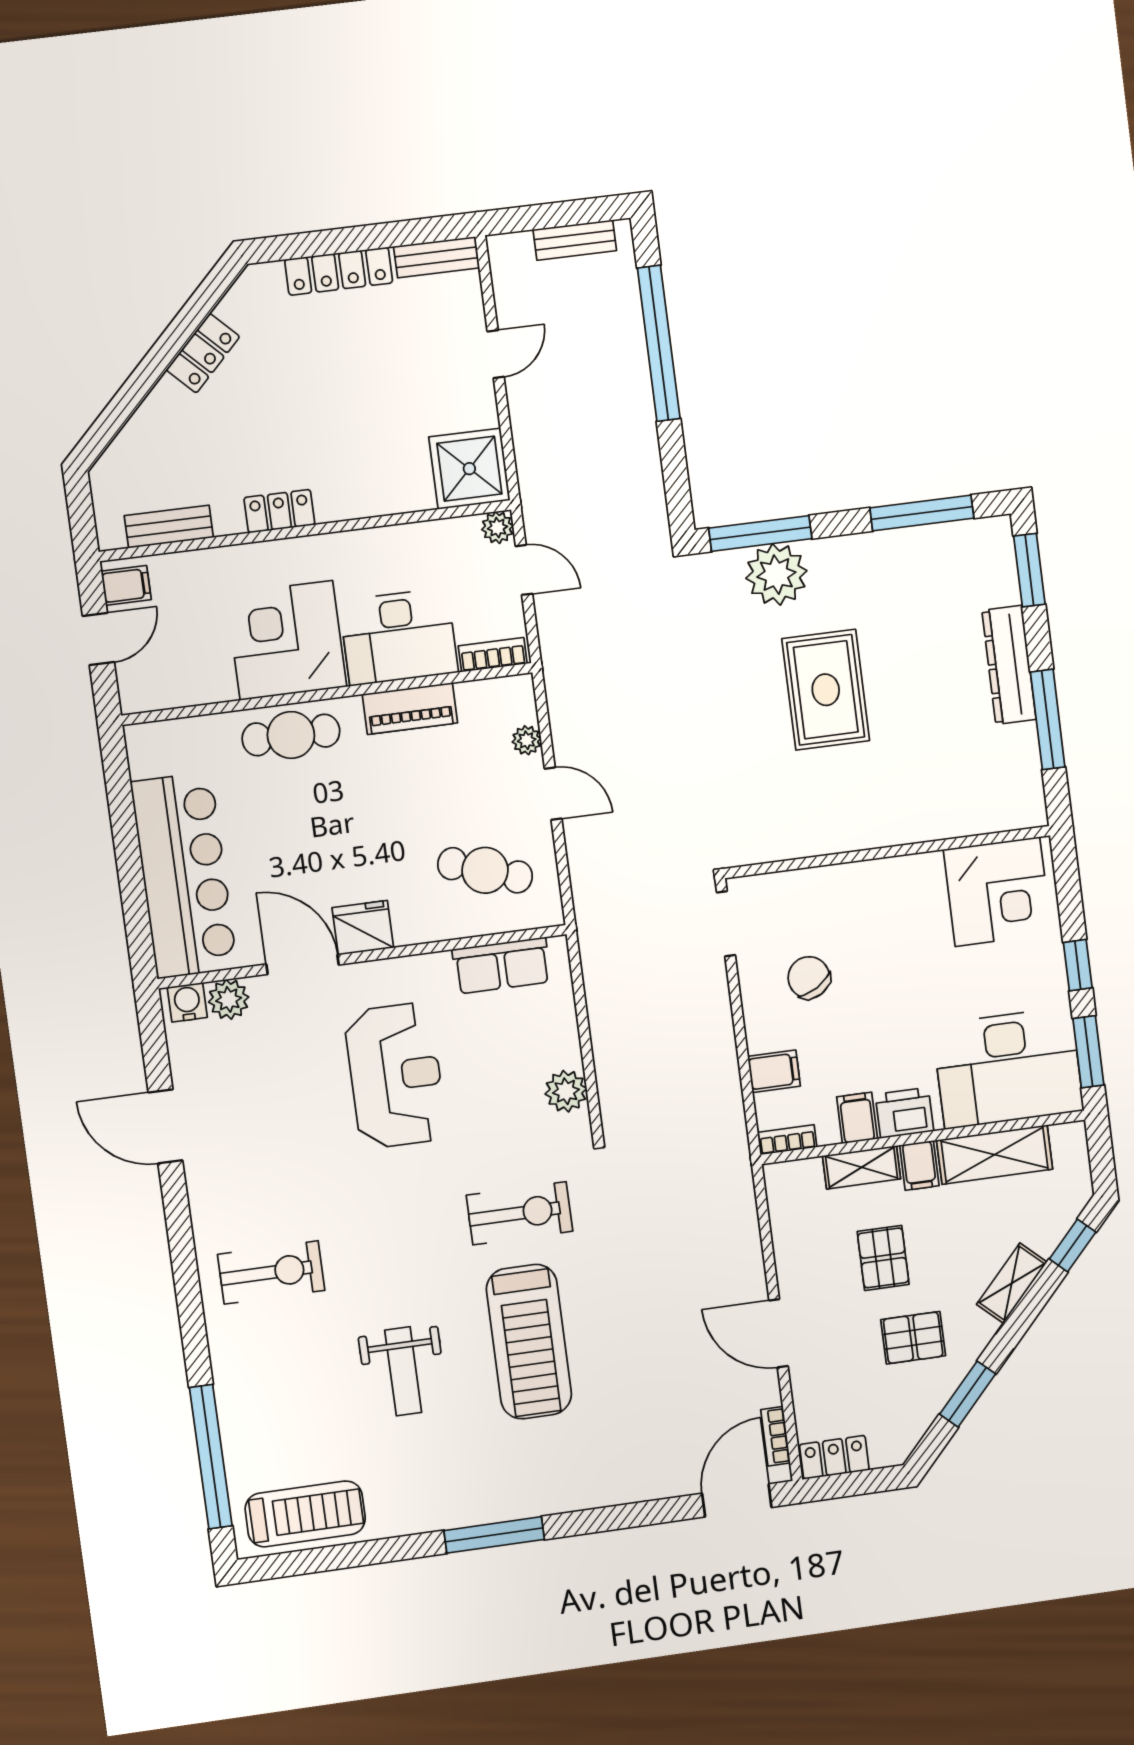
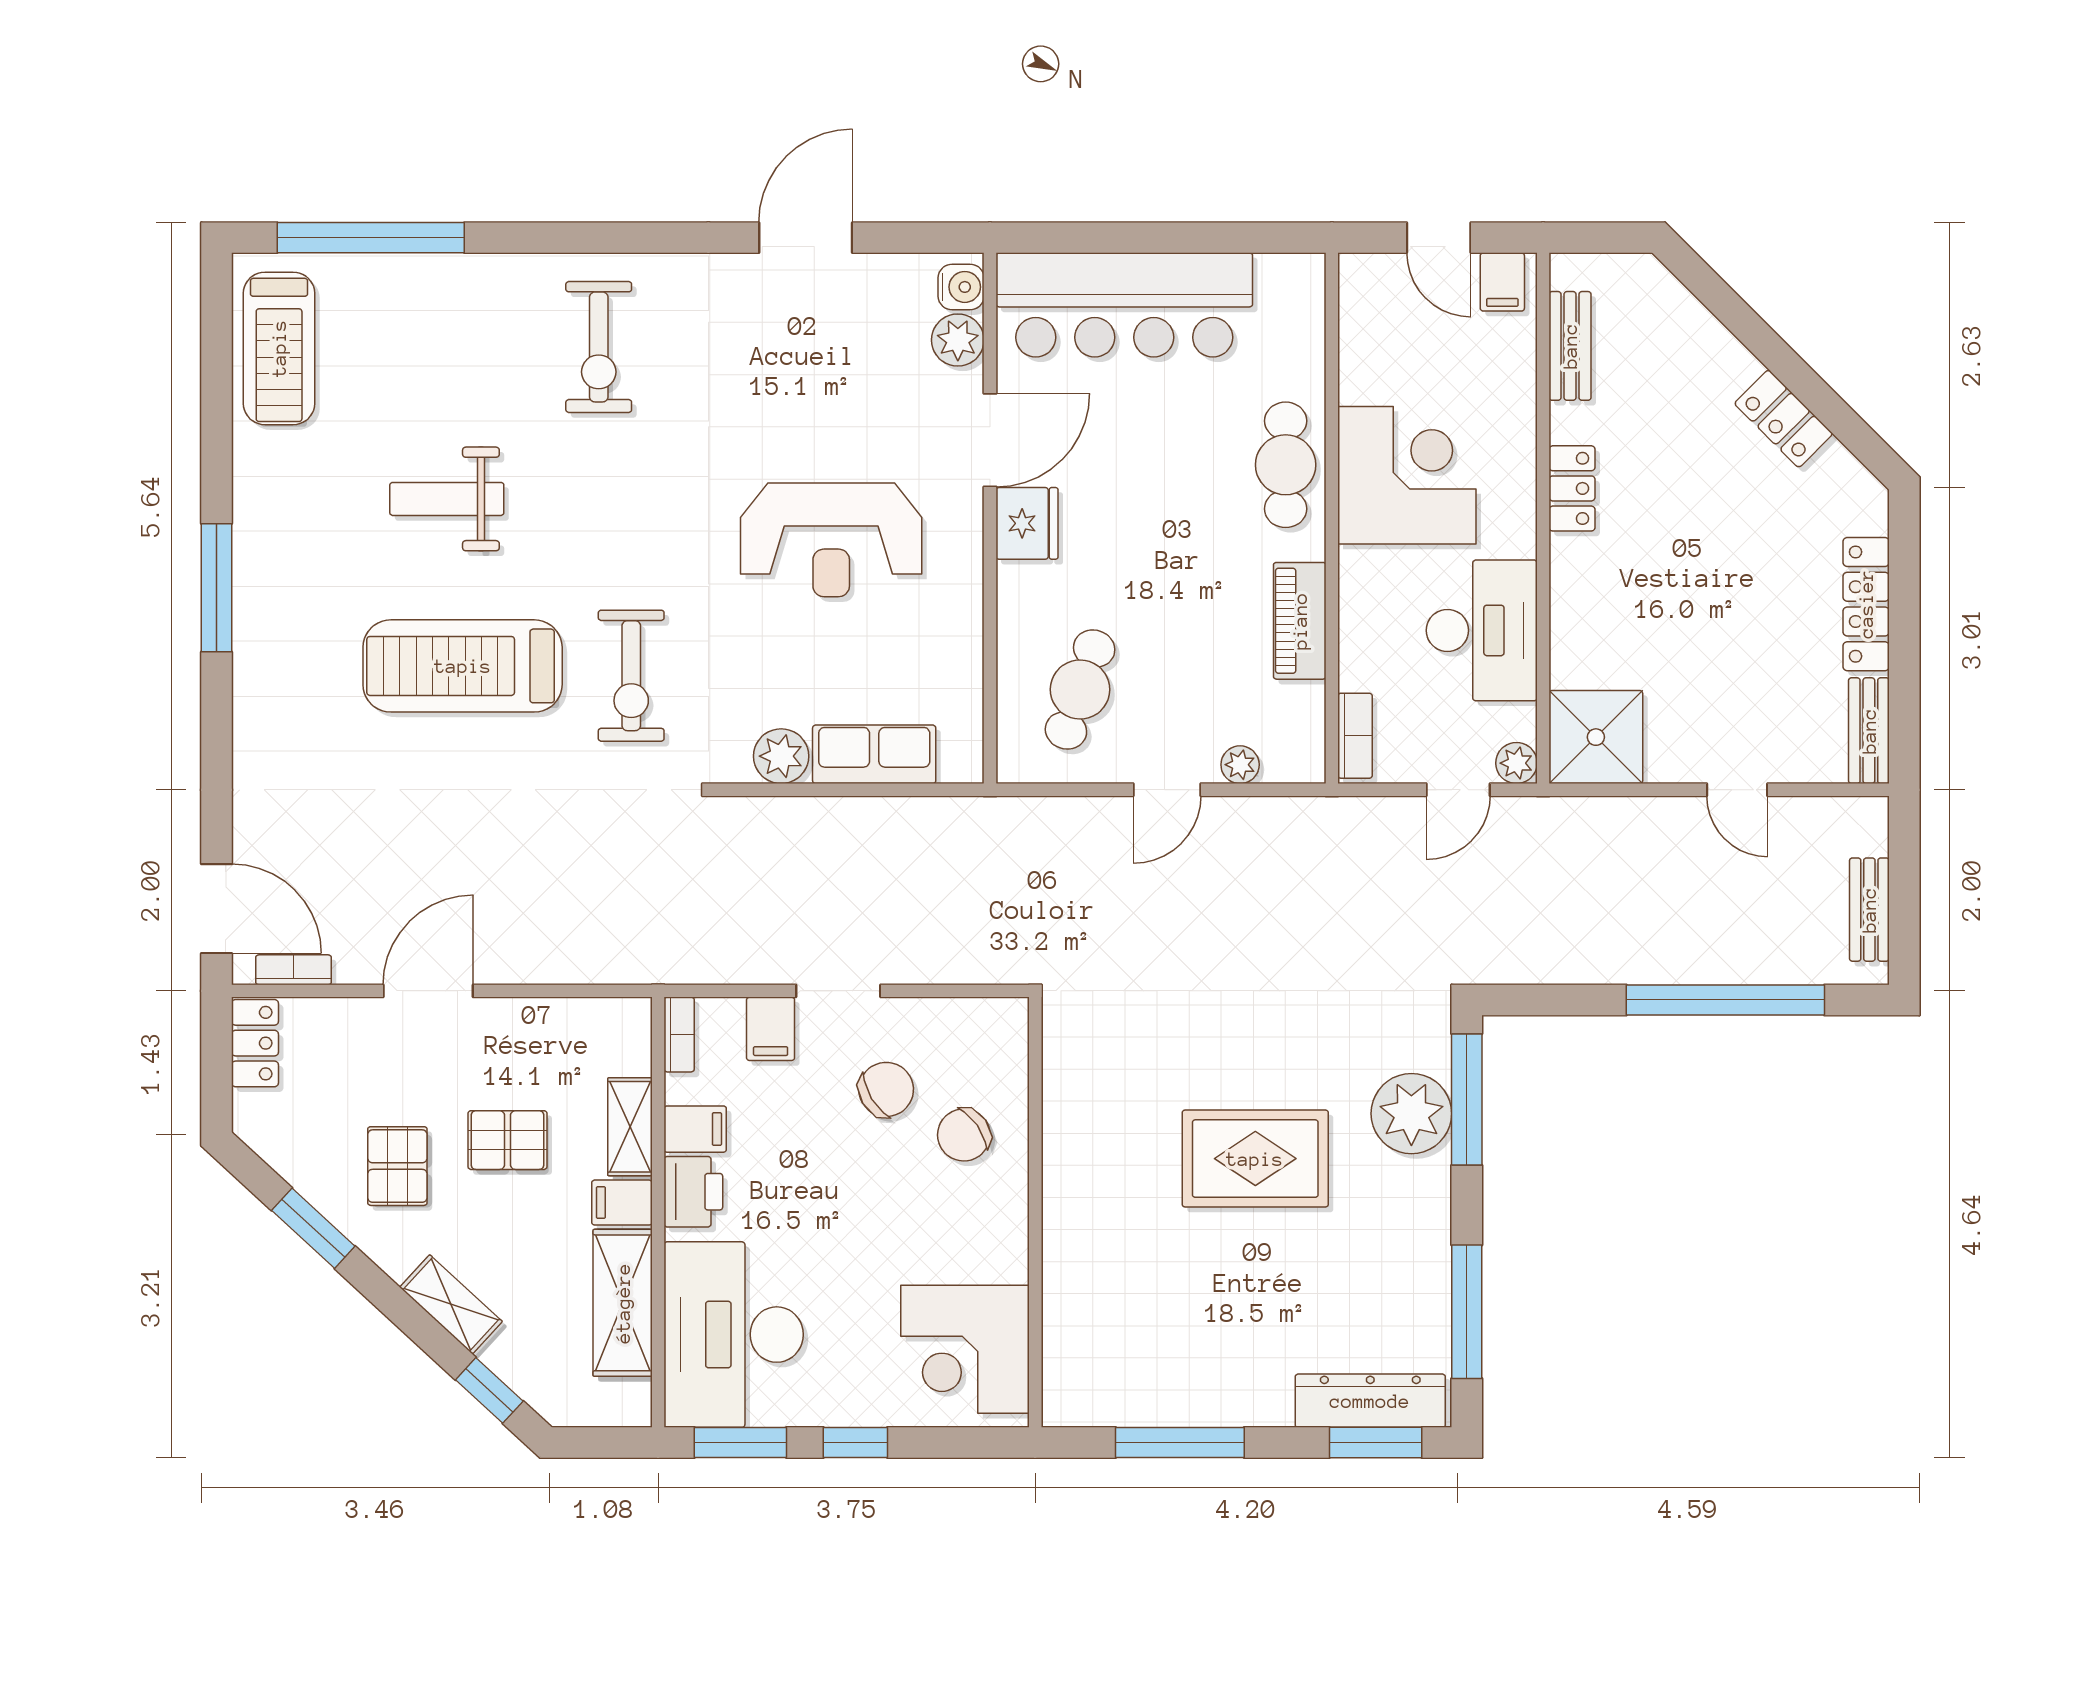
desk: (399, 637) -> (1482, 630), moved, turned 180
dresser: (1009, 665) -> (1370, 1401), moved
chair: (836, 914) -> (964, 1135), added
doorway: (726, 924) -> (838, 991), moved
row of seats: (502, 966) -> (874, 754), moved, turned 90

